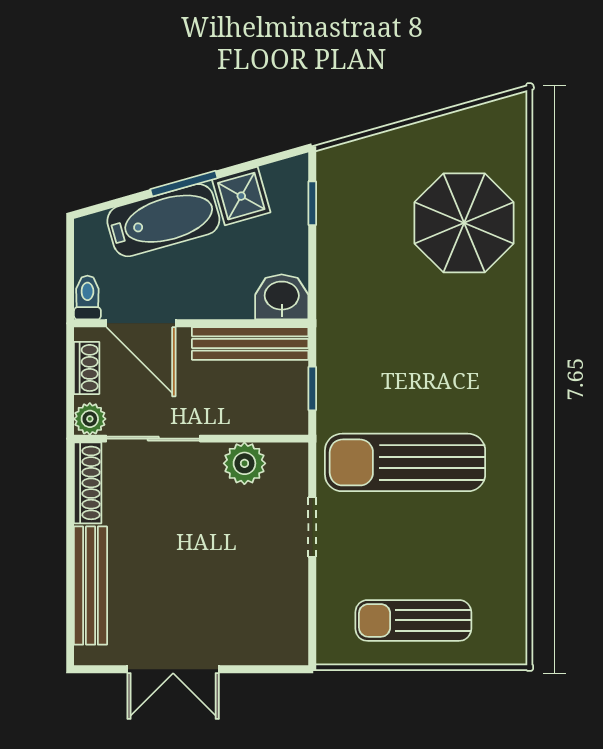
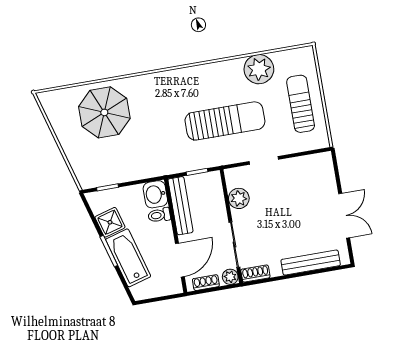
toilet: (87, 298) -> (159, 215), moved
sun lounger: (405, 462) -> (225, 121), turned -90
shoe rack: (88, 483) -> (255, 273), width x0.70
plant: (497, 549) -> (259, 69), added
sun lounger: (413, 620) -> (301, 104), turned 180

